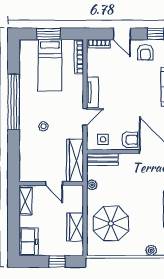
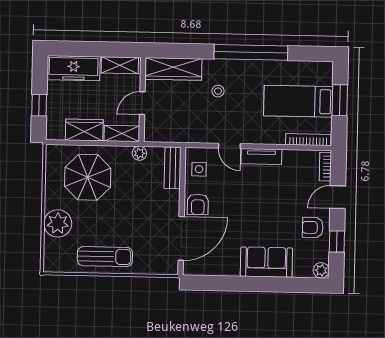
wardrobe: (75, 160) -> (173, 69), moved, turned 180
shelving: (77, 198) -> (122, 134), added
freezer: (28, 242) -> (74, 68), width x1.40
plant: (151, 250) -> (58, 223), width x1.88, depth x1.88

